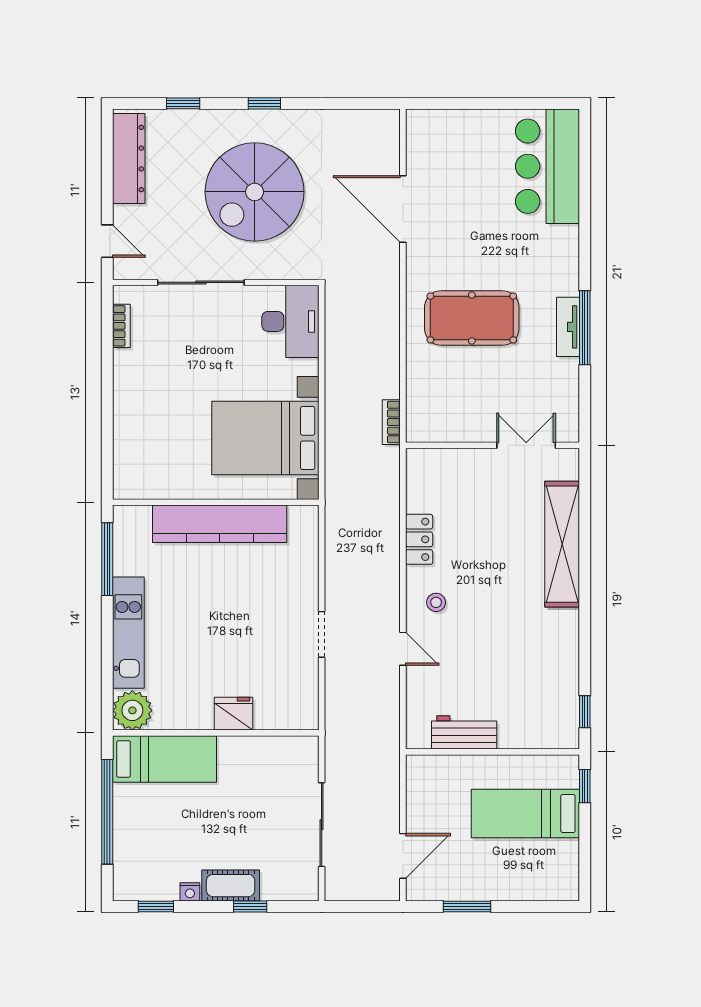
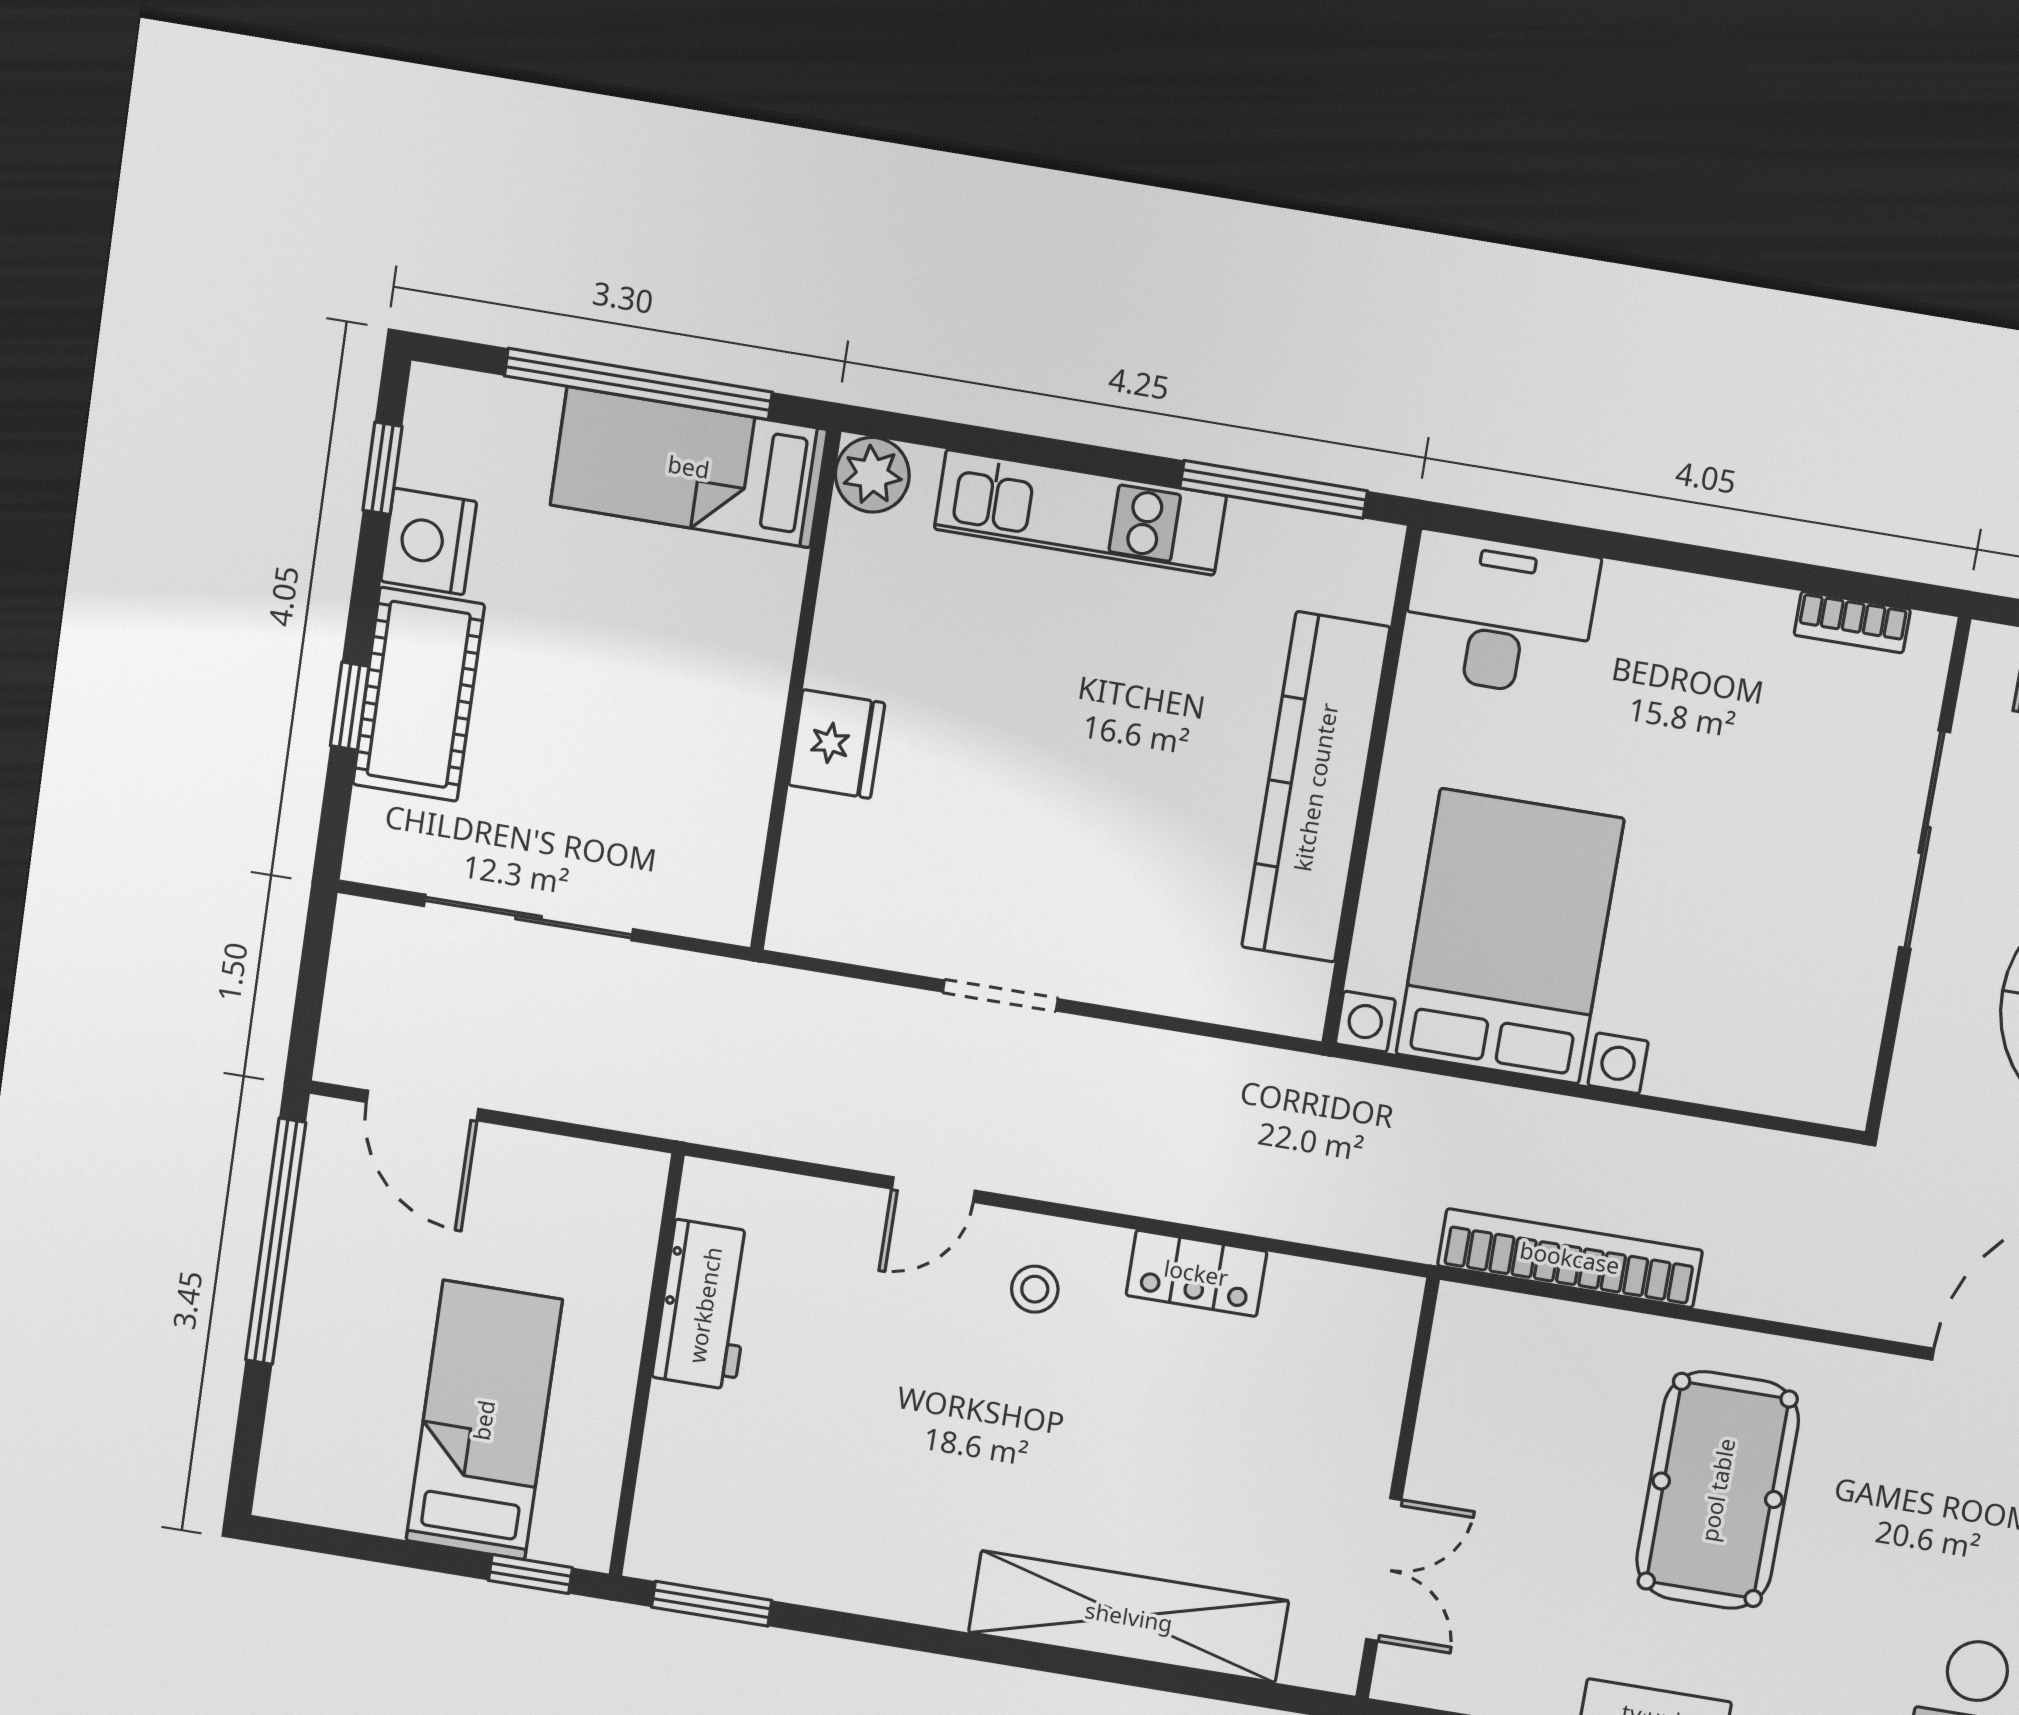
desk: (290, 321) -> (1499, 615), moved, turned 180
bookcase: (391, 422) -> (1570, 1258), width x2.31, depth x1.31
plant: (132, 710) -> (872, 475), width x0.73, depth x0.73
window: (585, 712) -> (712, 1604), width x1.50
bed: (164, 759) -> (689, 467), moved, turned 90
cot: (231, 886) -> (419, 694), width x1.37, depth x1.34
nightstand: (190, 892) -> (429, 541), width x1.89, depth x1.79
window: (467, 907) -> (276, 1242), width x2.11

